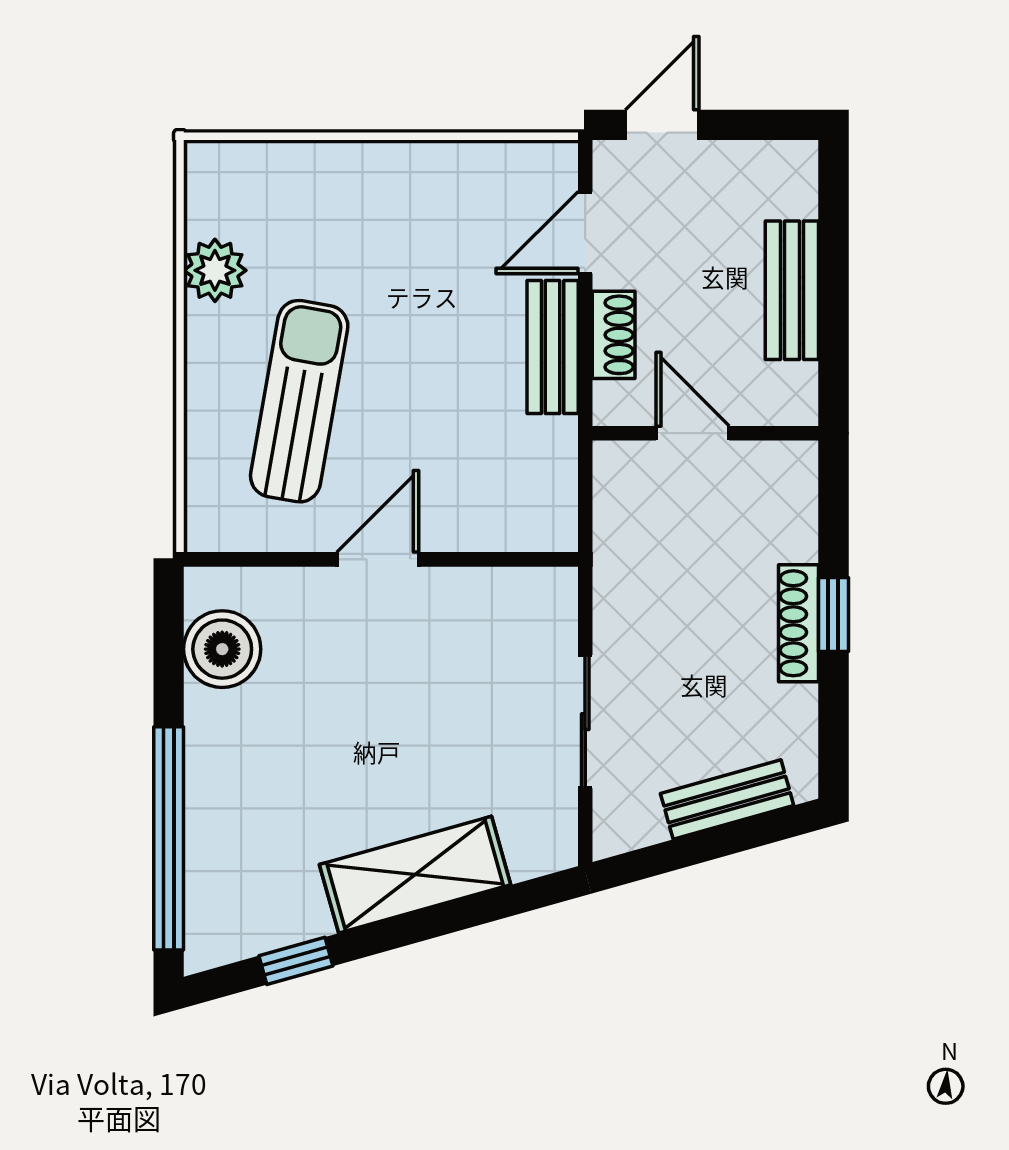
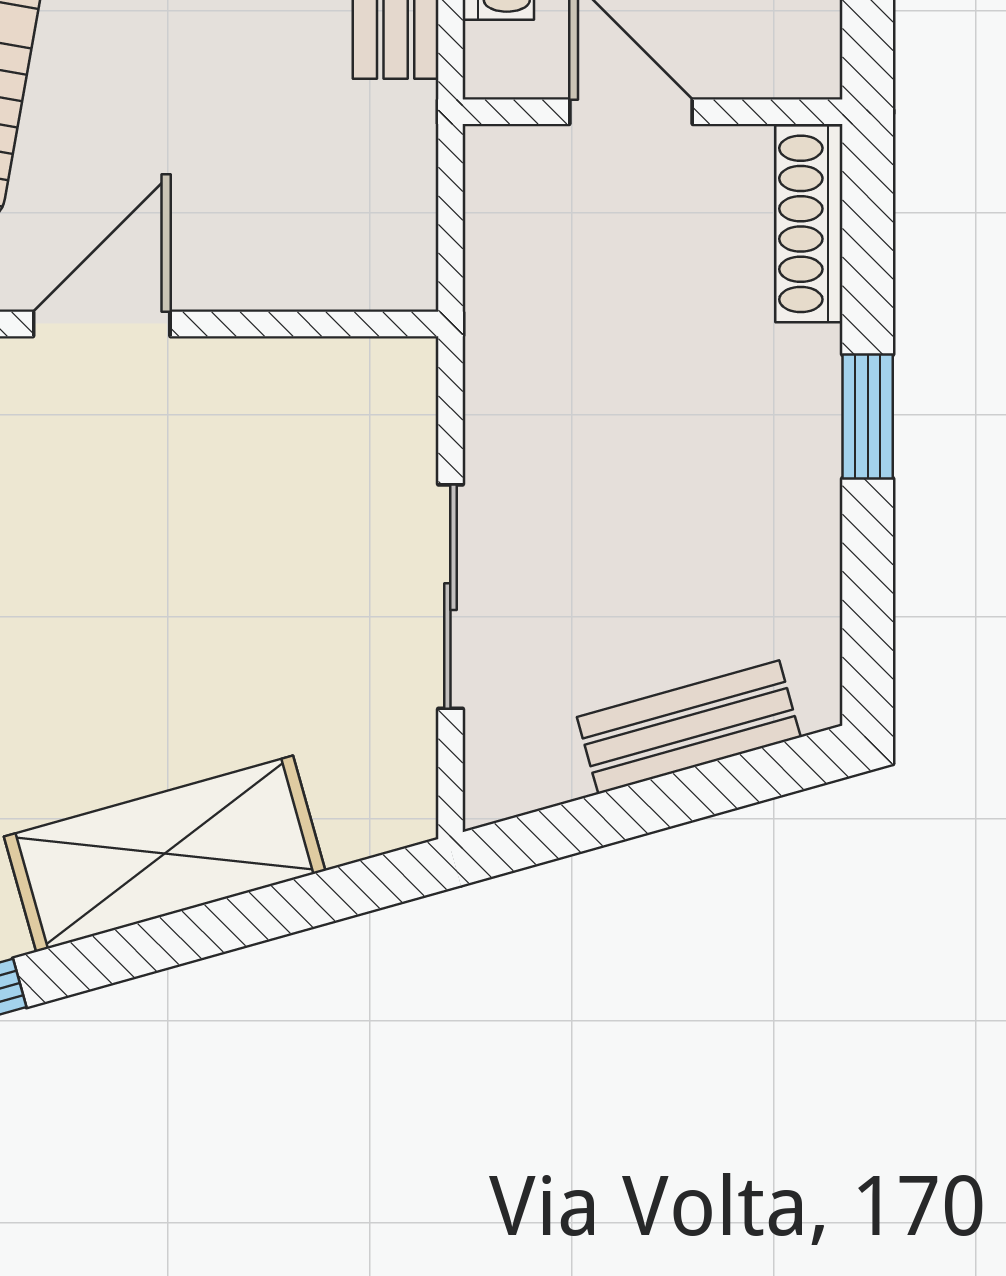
shoe rack: (799, 623) -> (809, 224), moved

